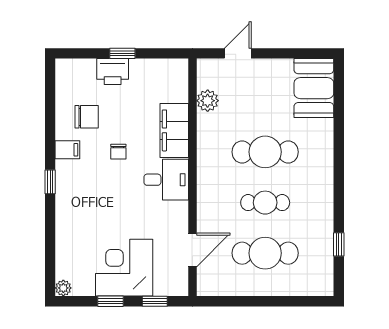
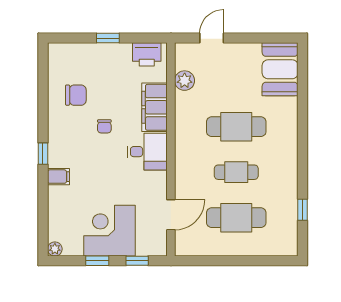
printer: (113, 72) -> (147, 54), moved
filing cabinet: (67, 150) -> (58, 177), moved

